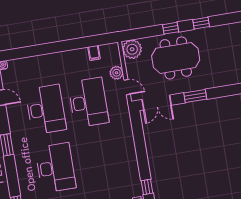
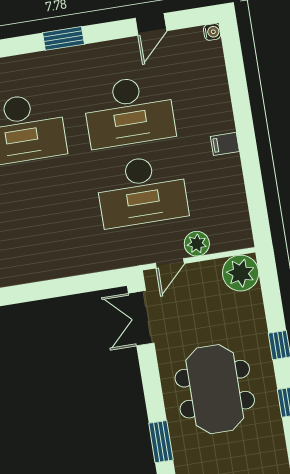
filing cabinet: (94, 53) -> (225, 144), moved
meeting table: (176, 58) -> (215, 389), moved
window: (195, 96) -> (161, 442), moved

